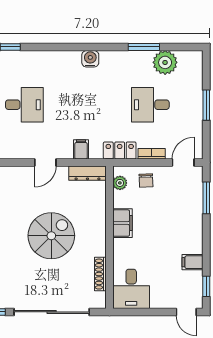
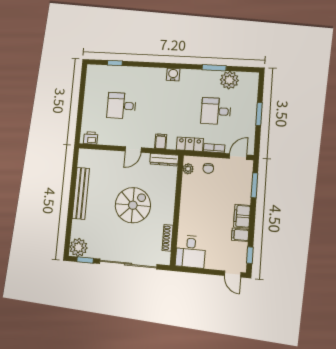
desk: (24, 105) -> (121, 106), turned 180
filing cabinet: (123, 223) -> (242, 216), moved, turned 180

